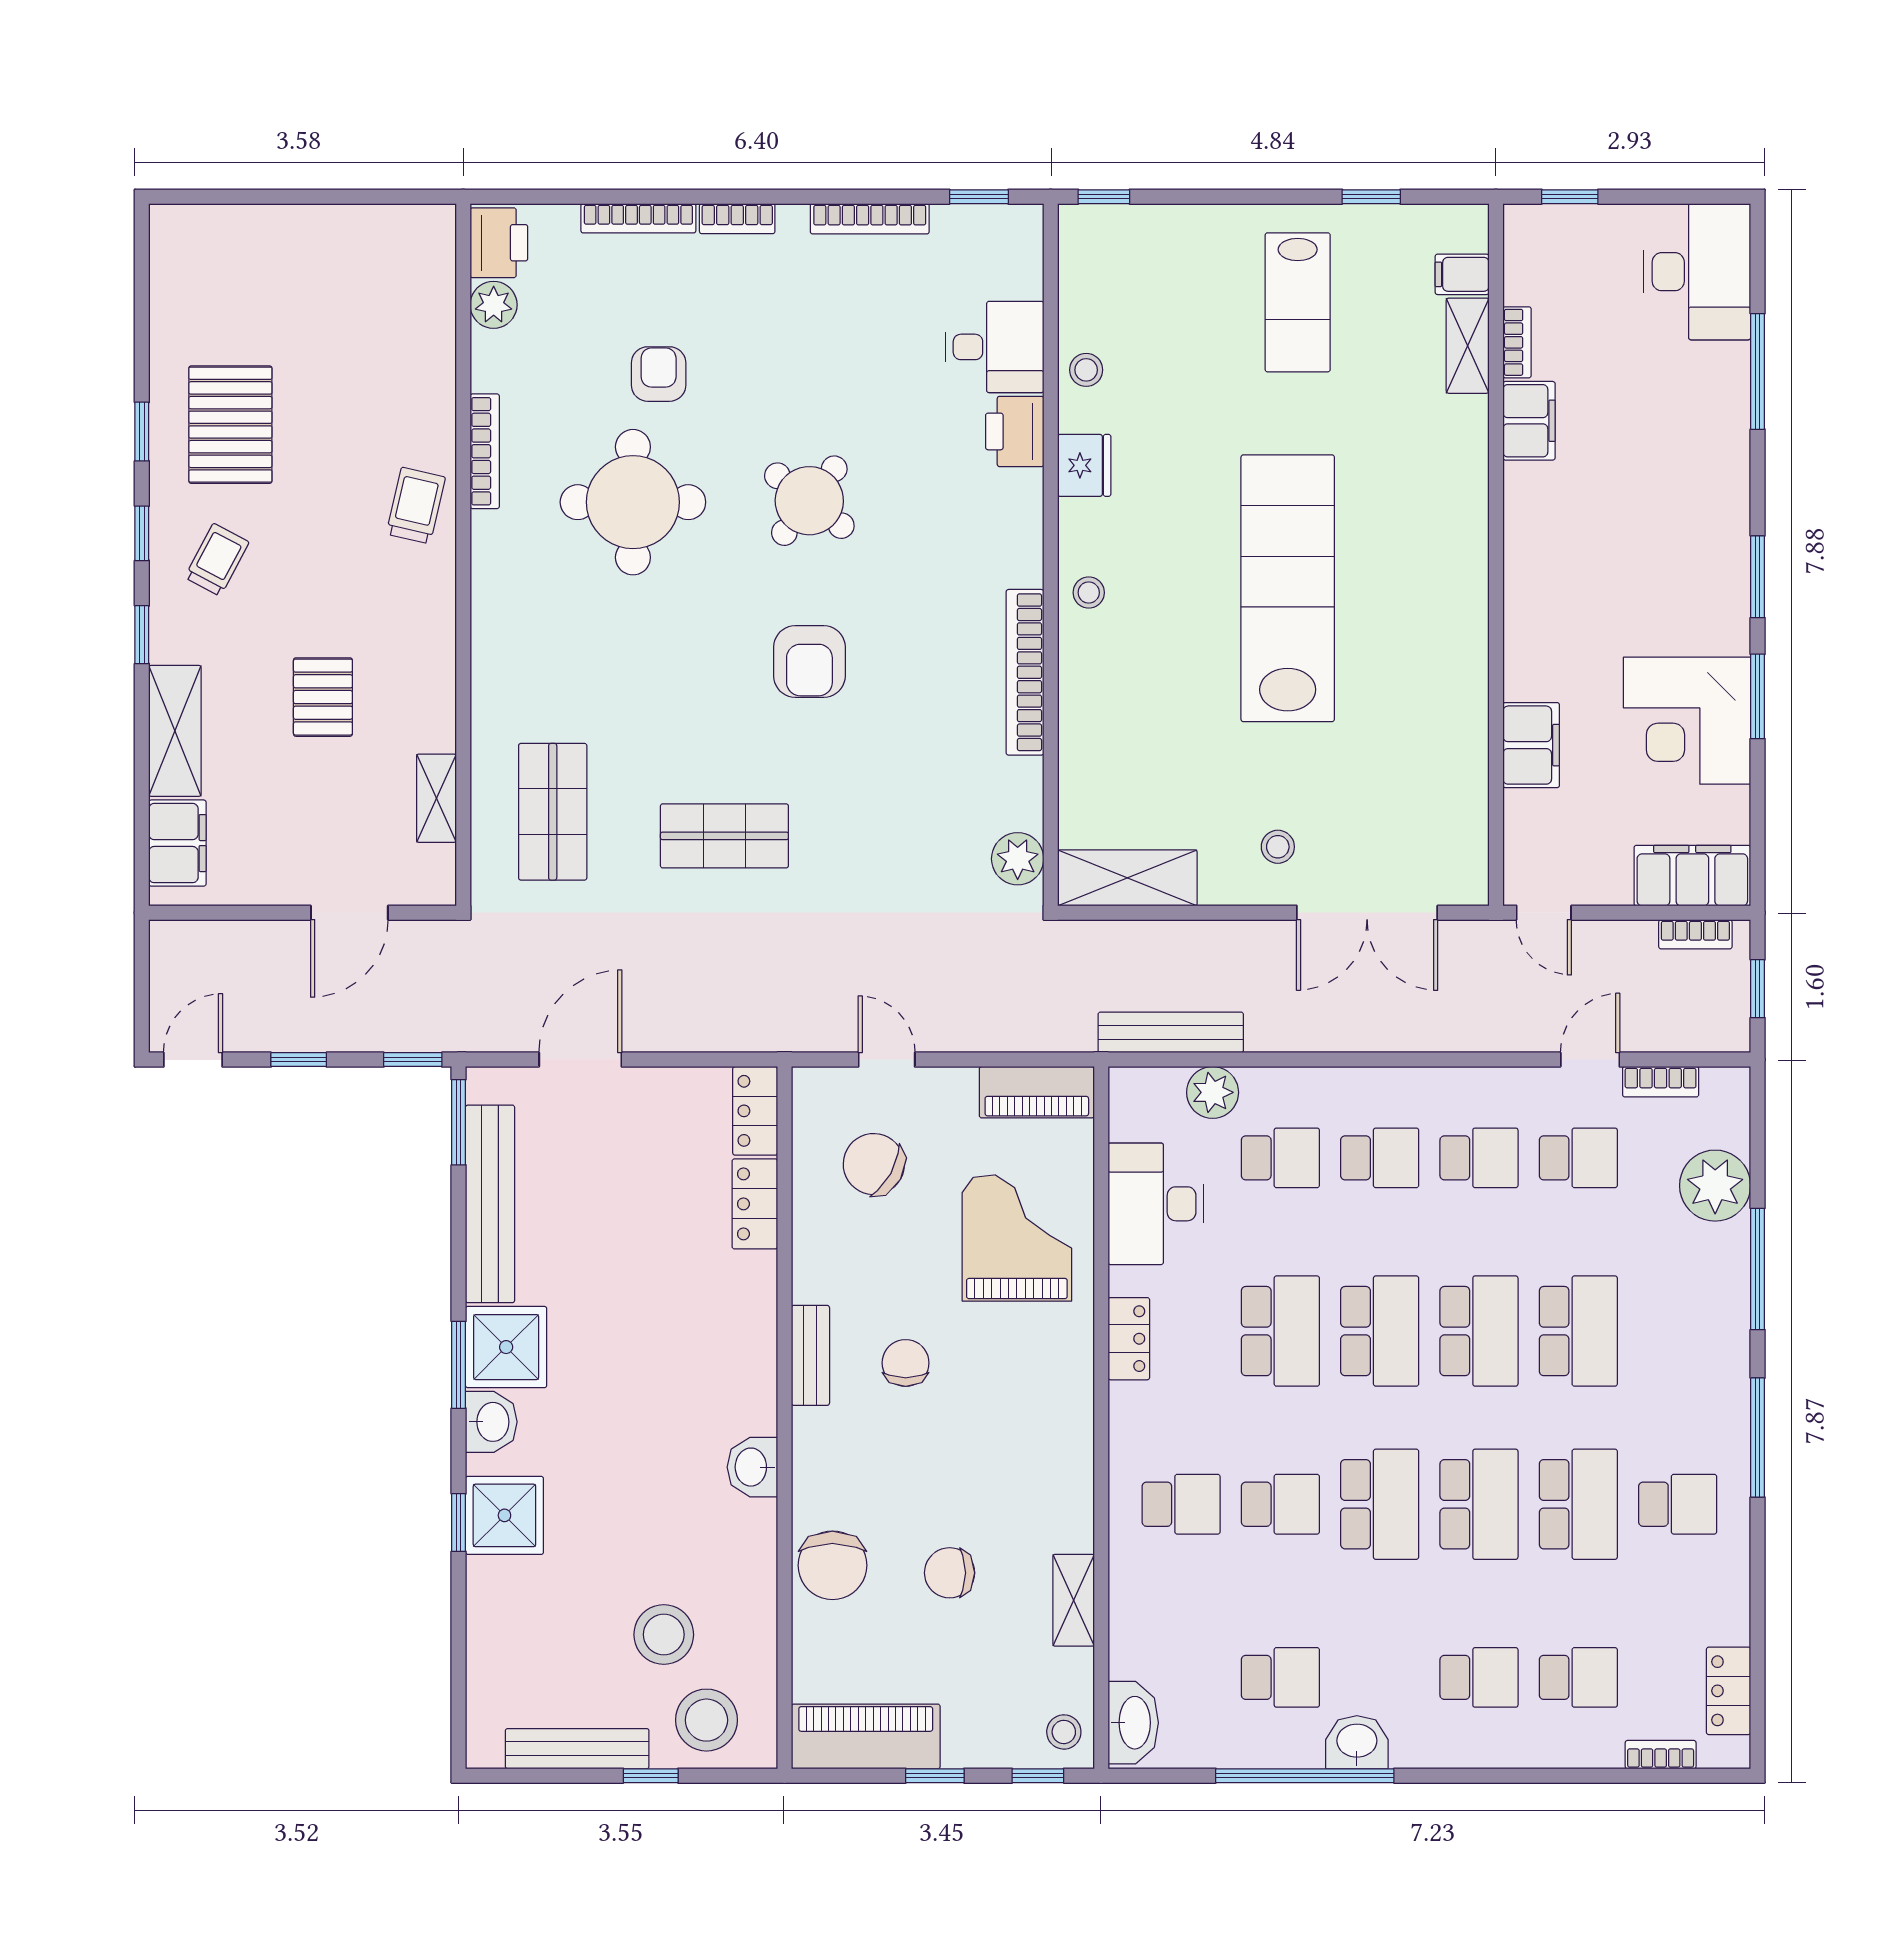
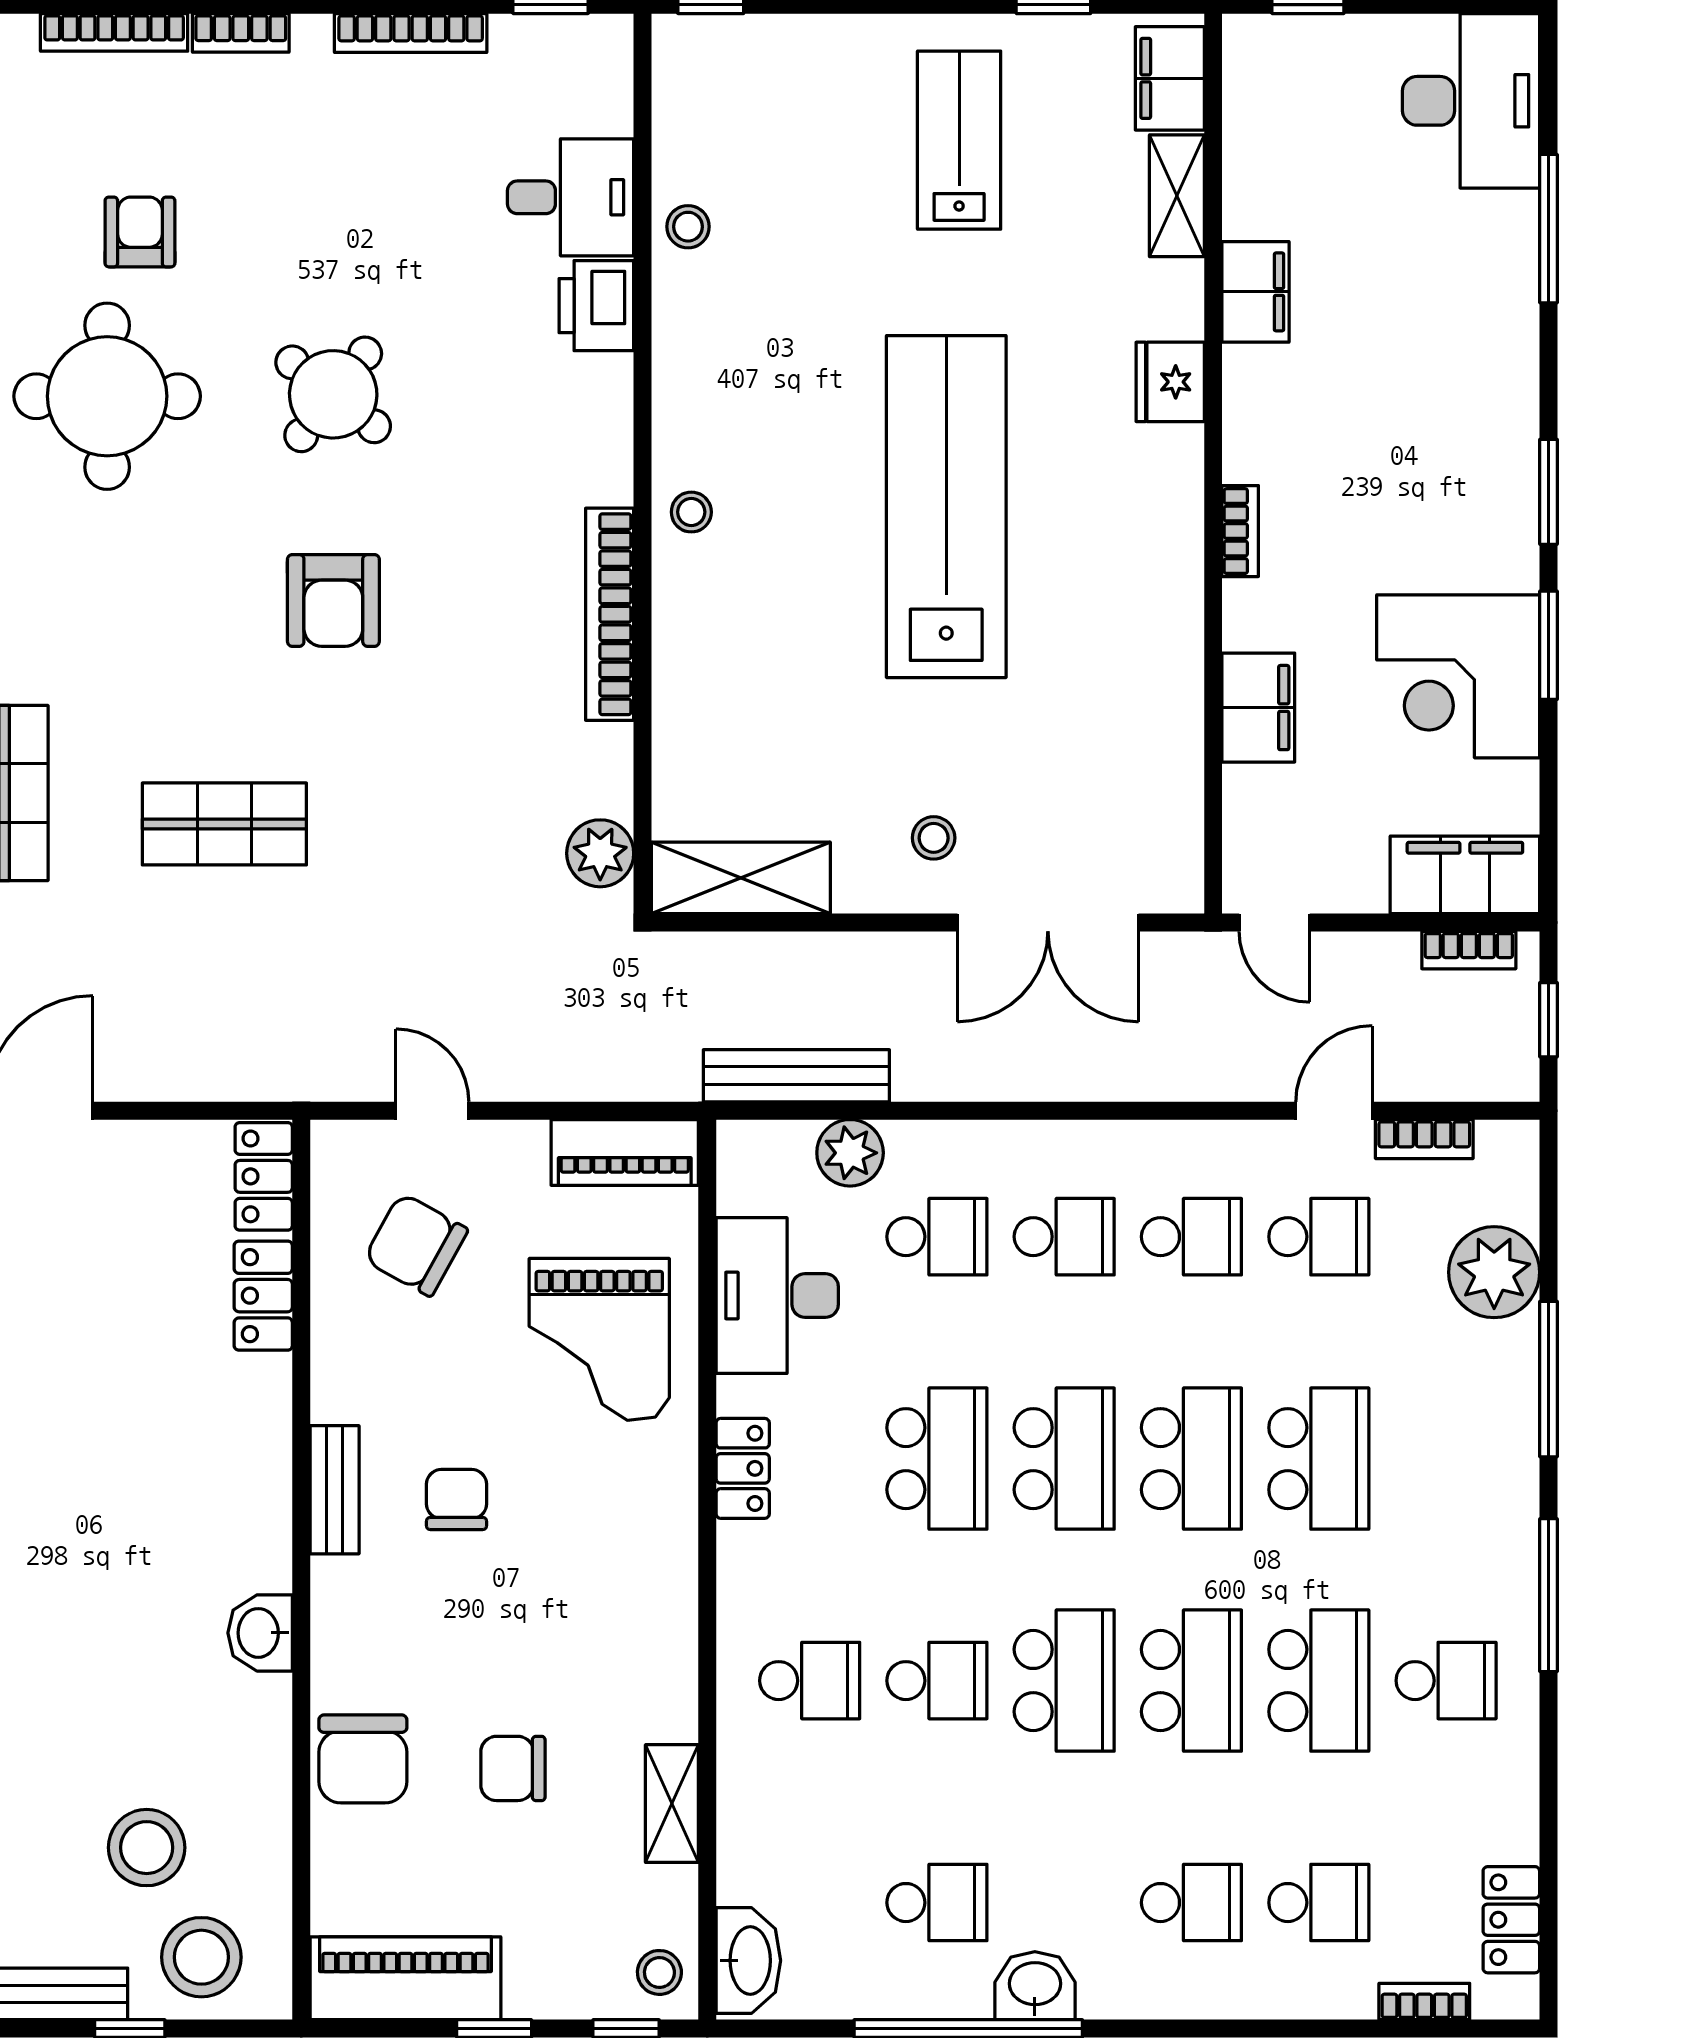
filing cabinet: (1462, 274) -> (1170, 78), width x2.00
lab bench: (1298, 302) -> (959, 140), turned 180
bookcase: (1517, 342) -> (1240, 531), moved
fridge: (1084, 465) -> (1170, 382), moved, turned 180
grand piano: (1017, 1238) -> (599, 1339), turned 180

